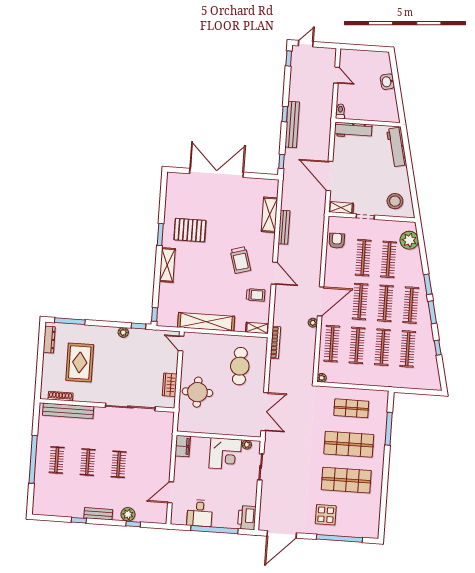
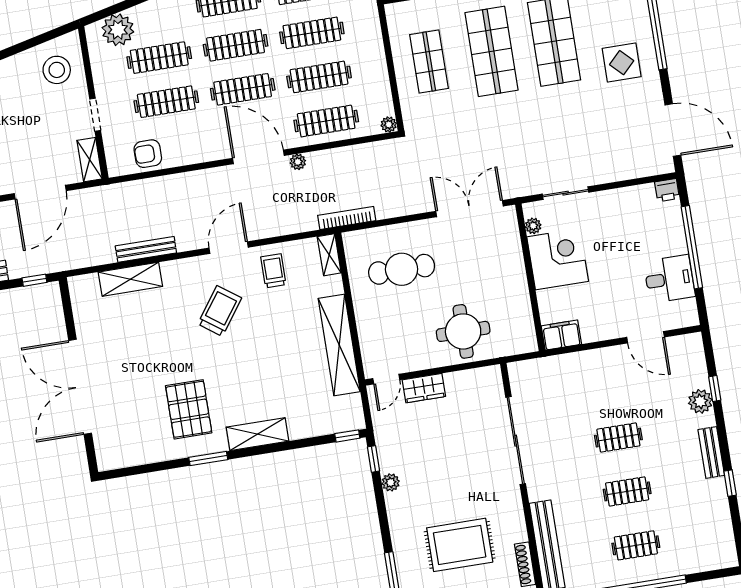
trolley: (240, 260) -> (220, 311), turned -38
wardrobe: (170, 385) -> (424, 388), moved
printer: (247, 518) -> (667, 190), width x0.53, depth x0.68

